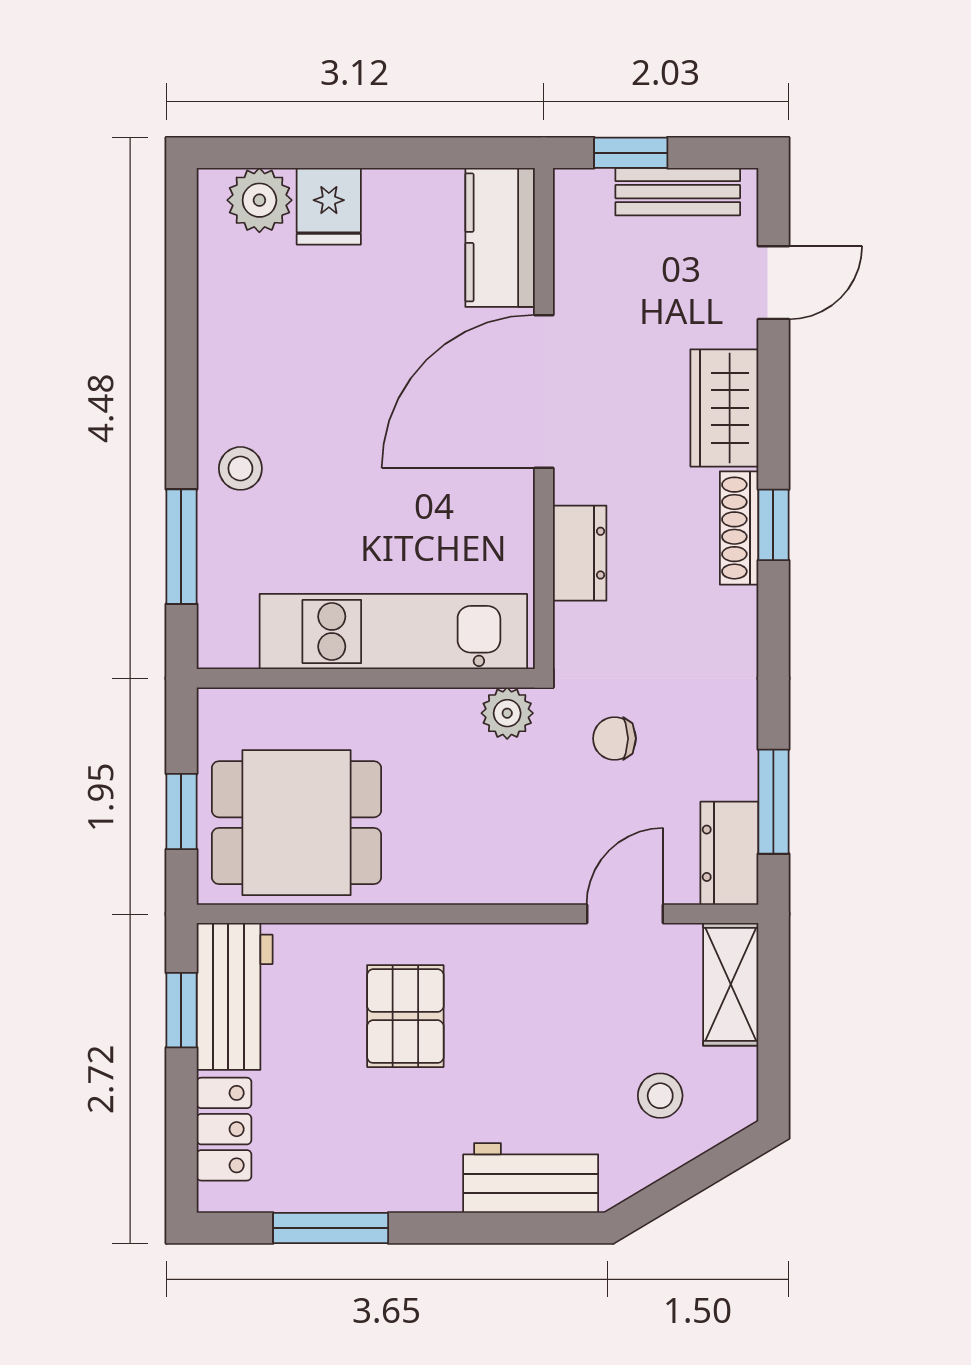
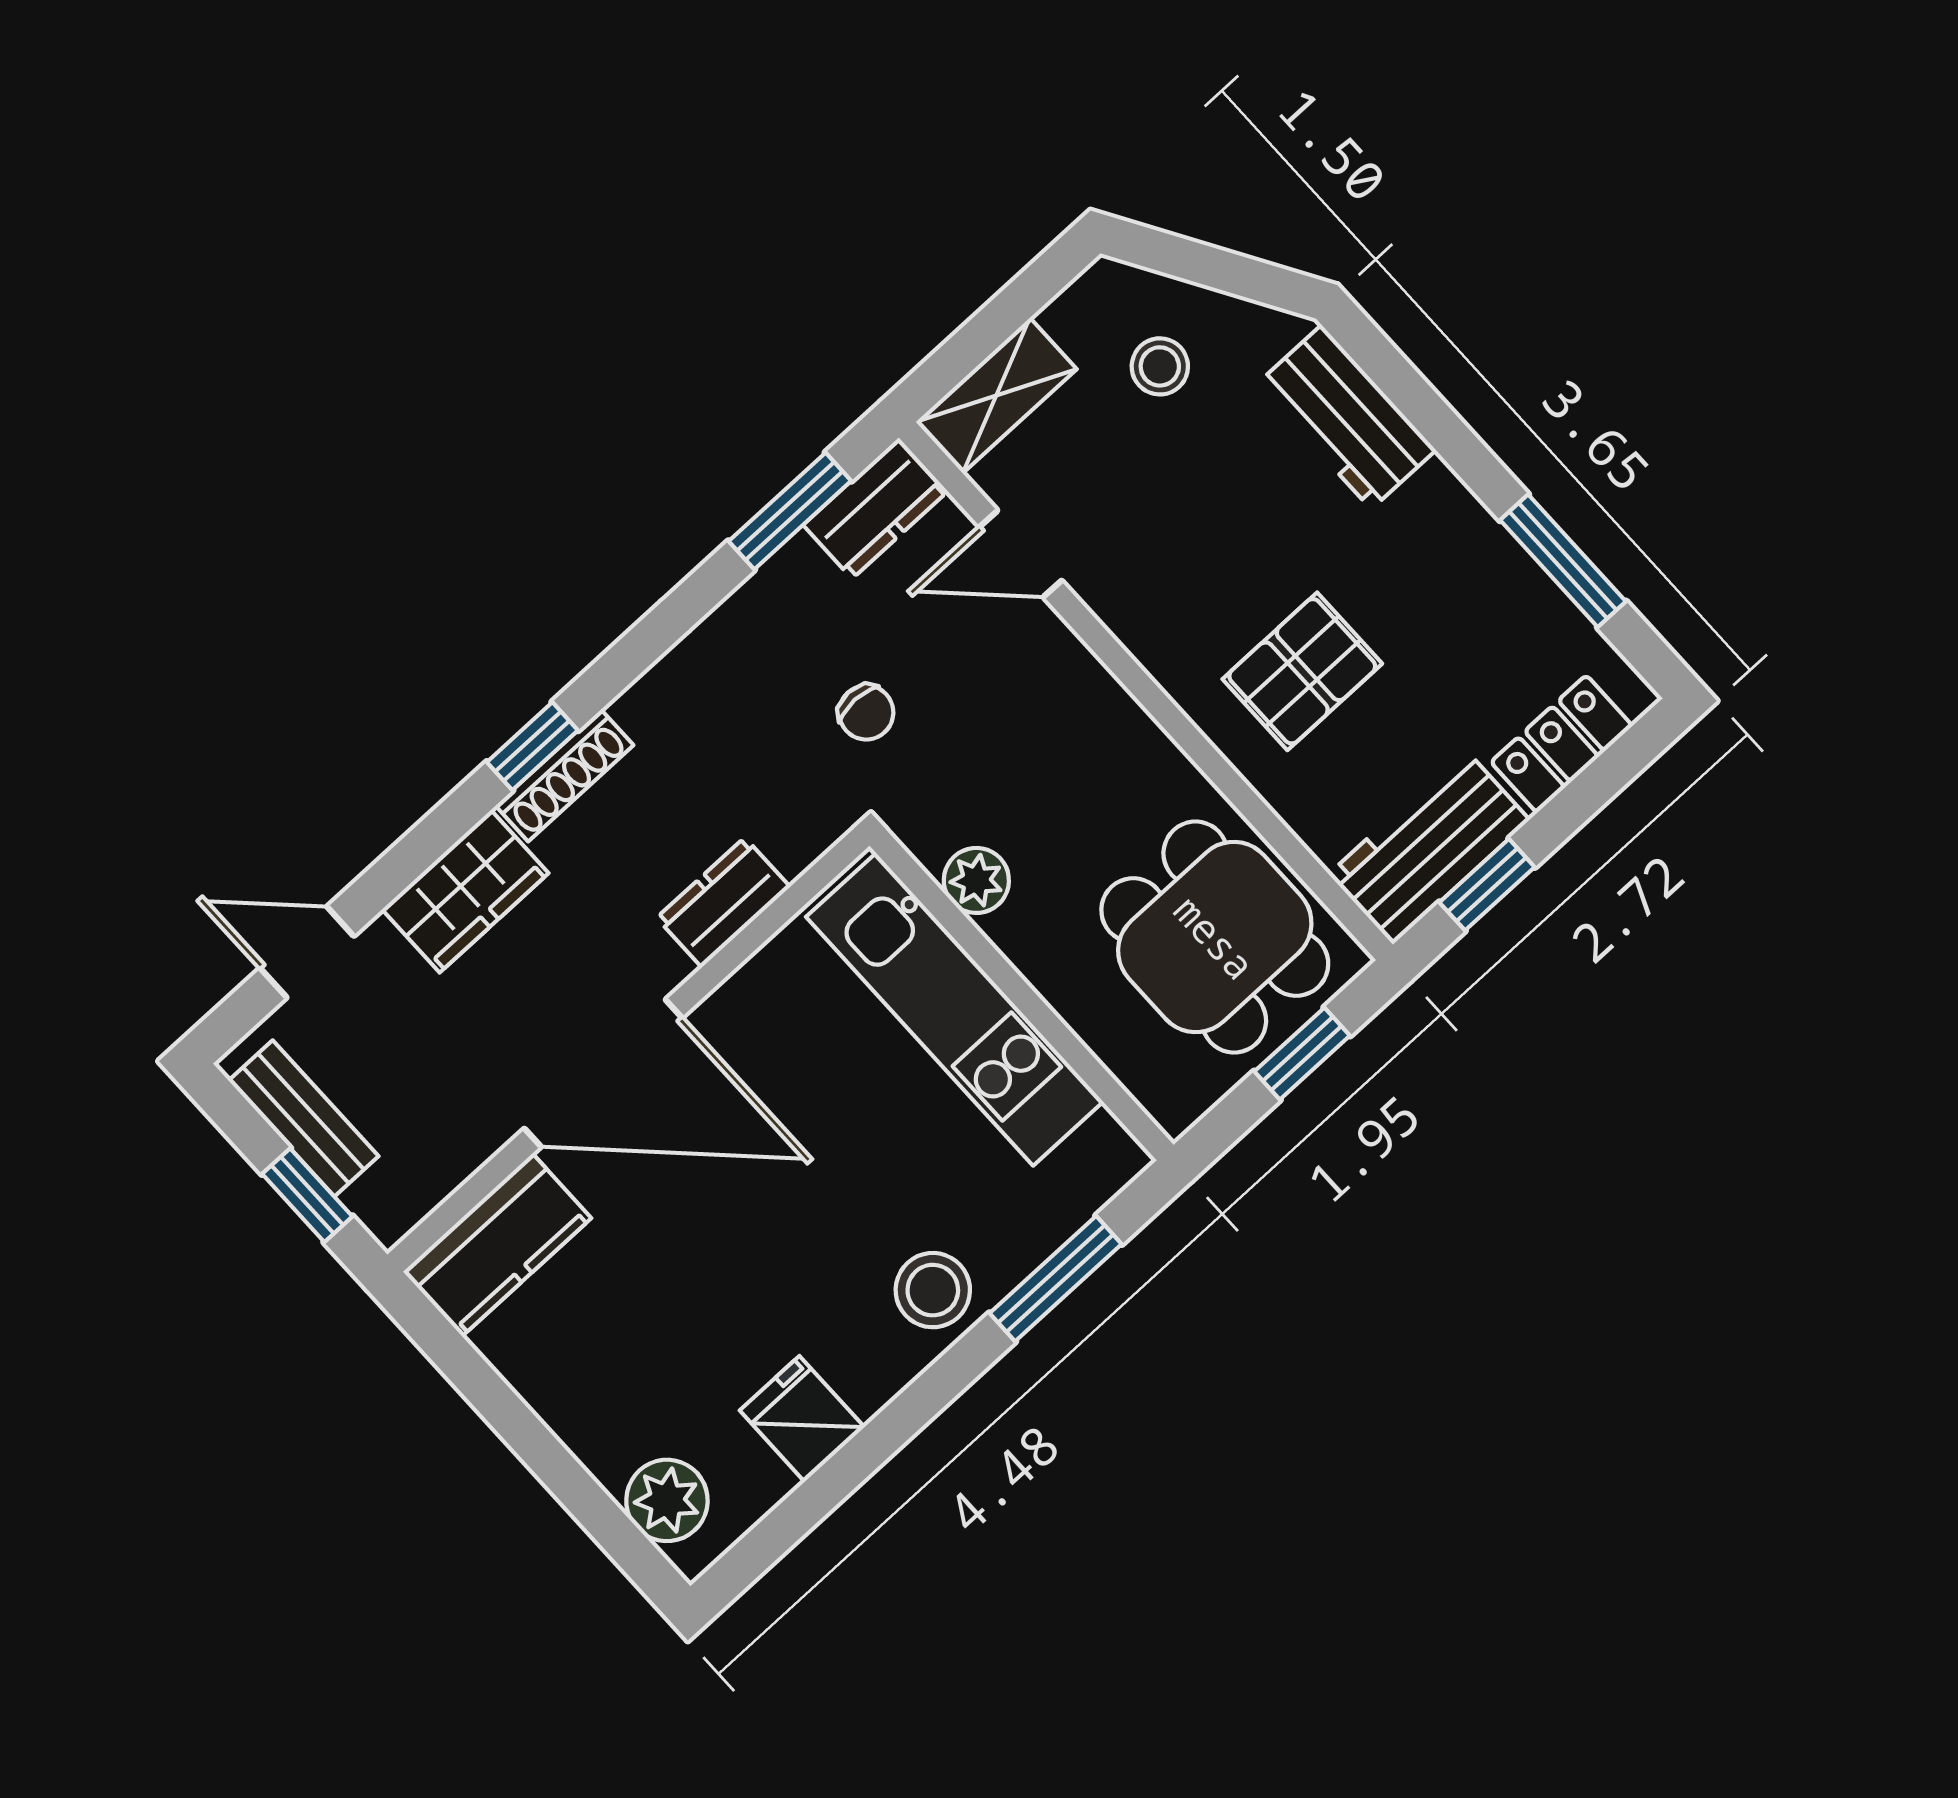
fridge: (329, 206) -> (802, 1419), moved, turned -90
stool: (240, 468) -> (933, 1290), width x1.37, depth x1.37
plant: (507, 713) -> (976, 880), moved

